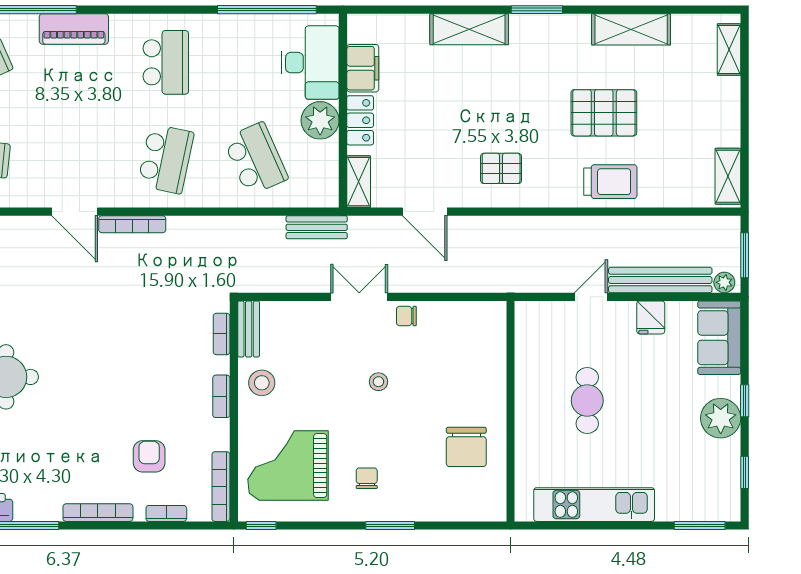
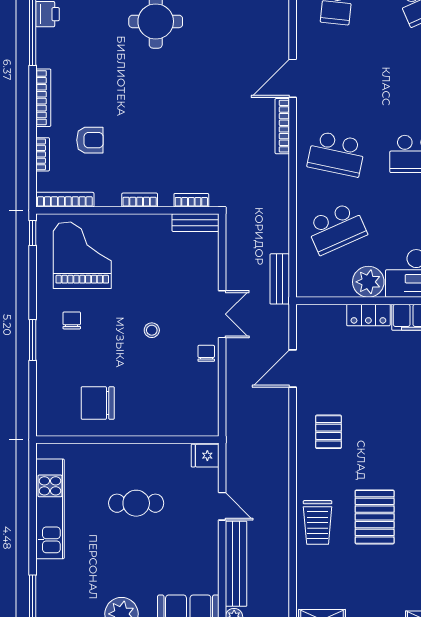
shelving: (359, 182) -> (318, 314), removed
fridge: (651, 317) -> (205, 456), moved
stool: (262, 383) -> (151, 233), removed
chair: (367, 478) -> (72, 320), turned -90

